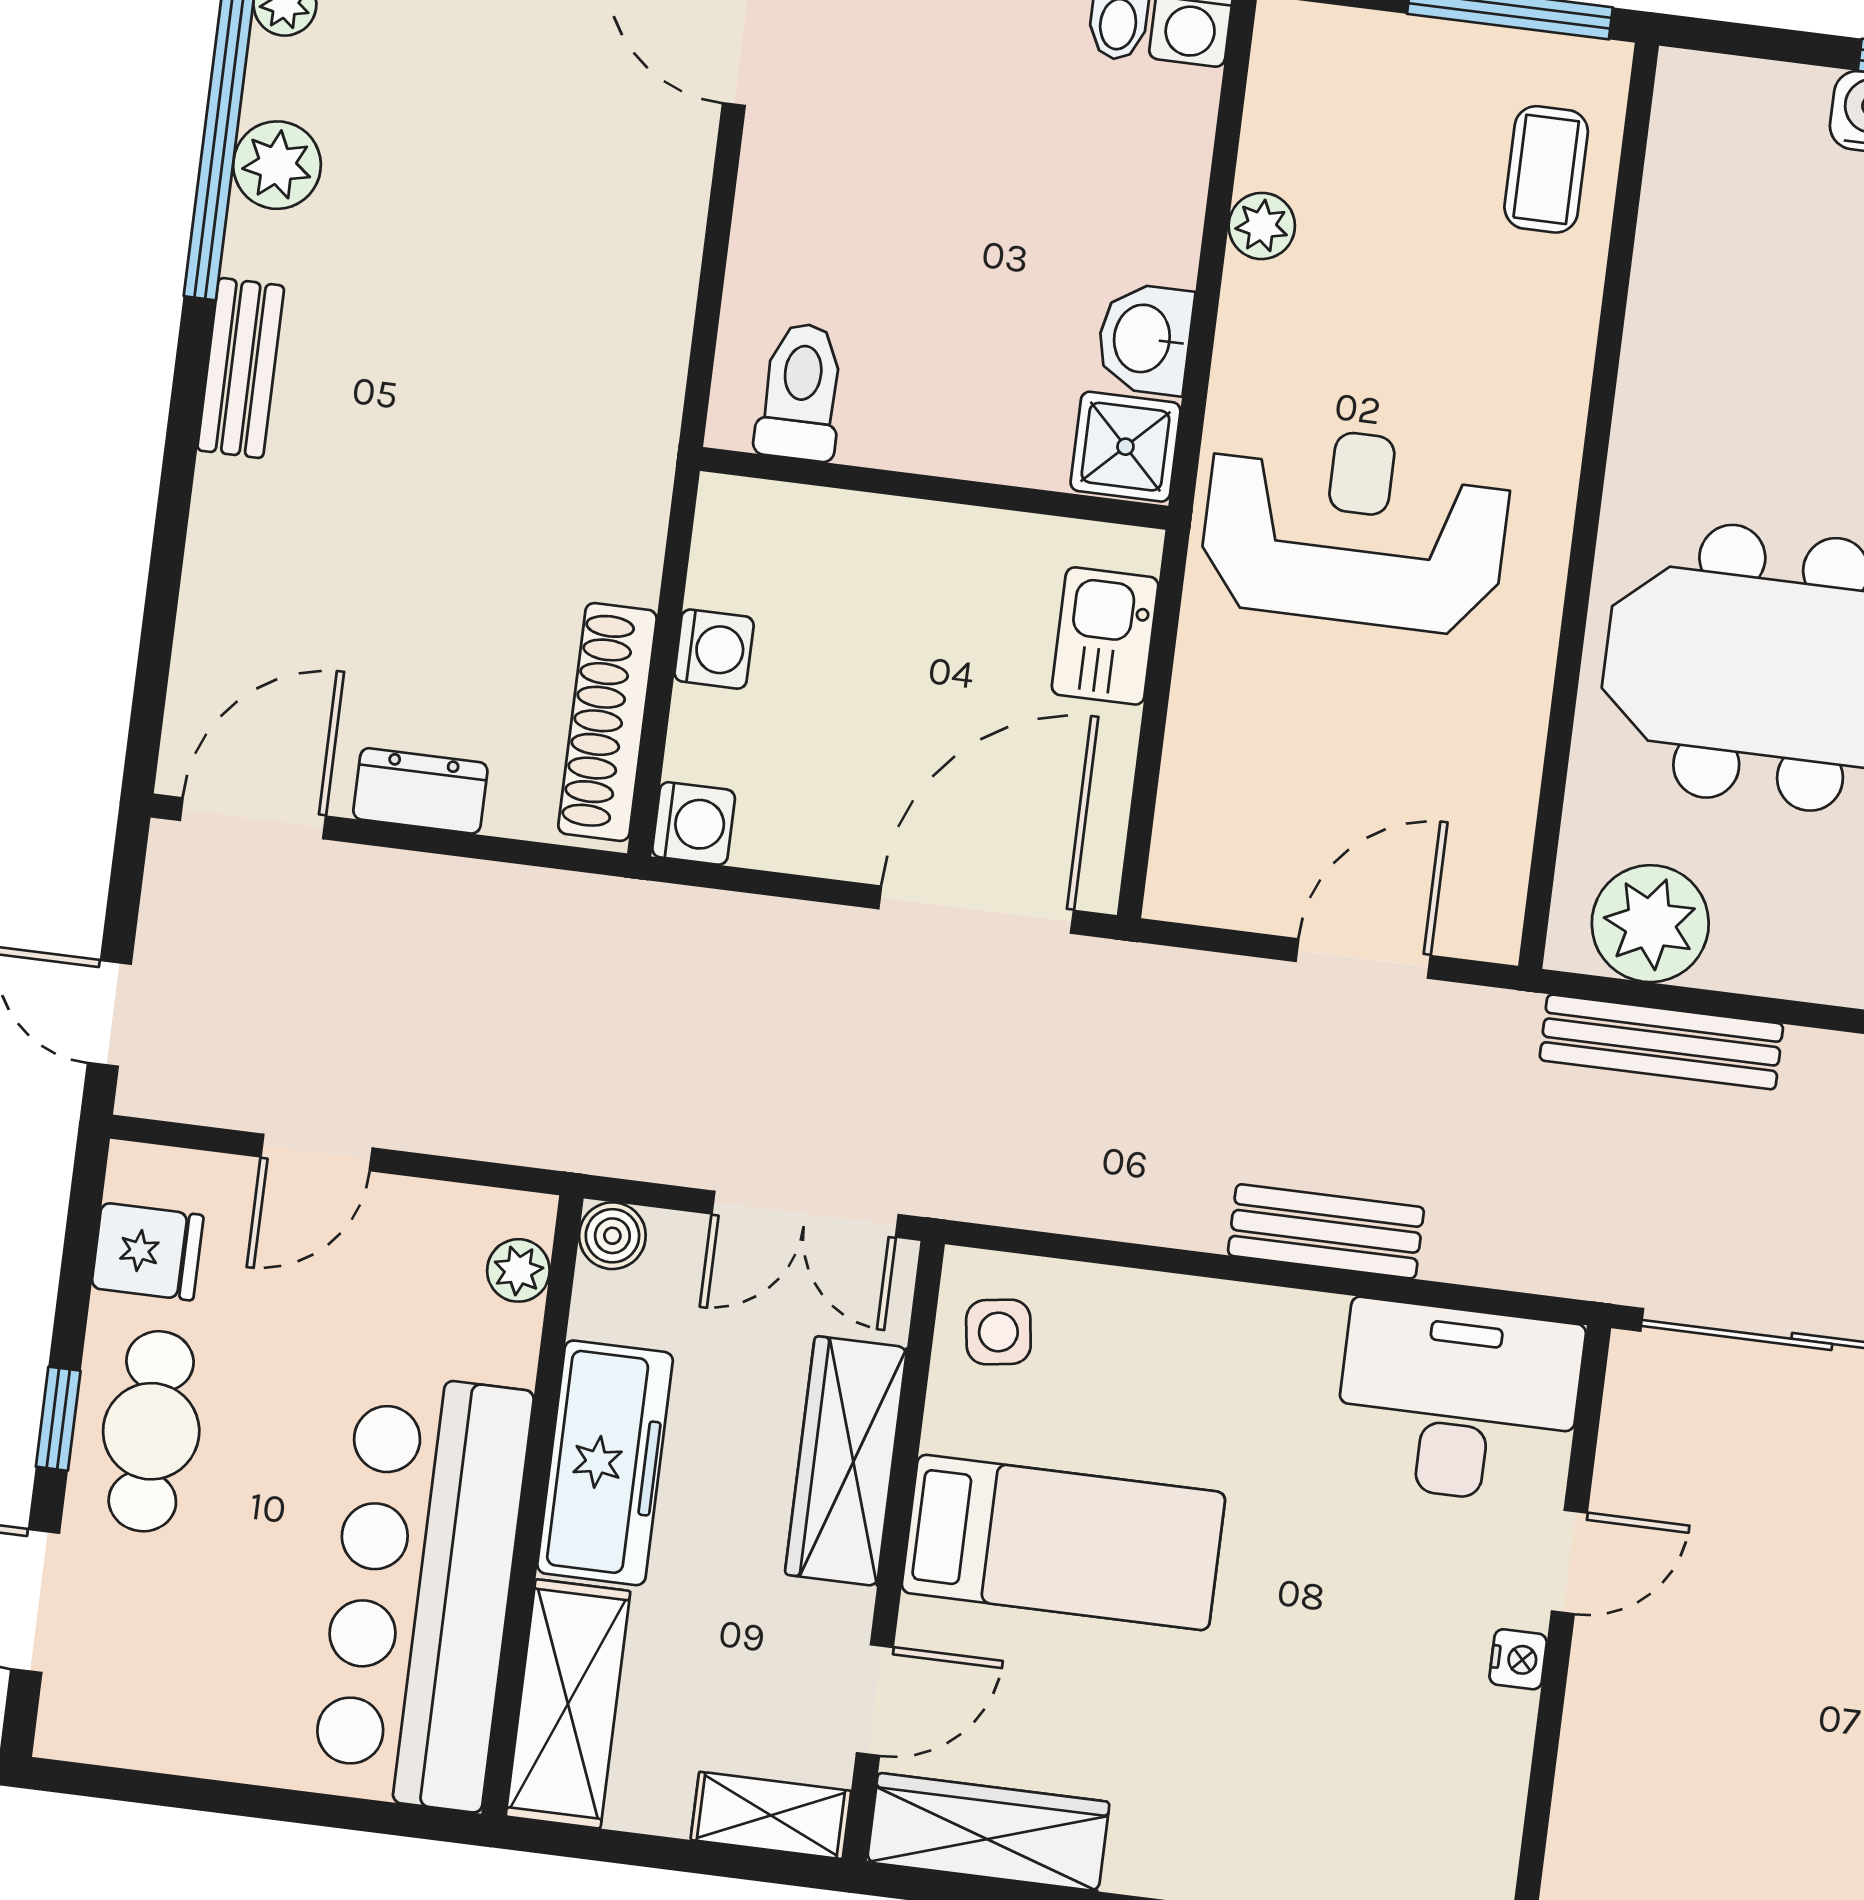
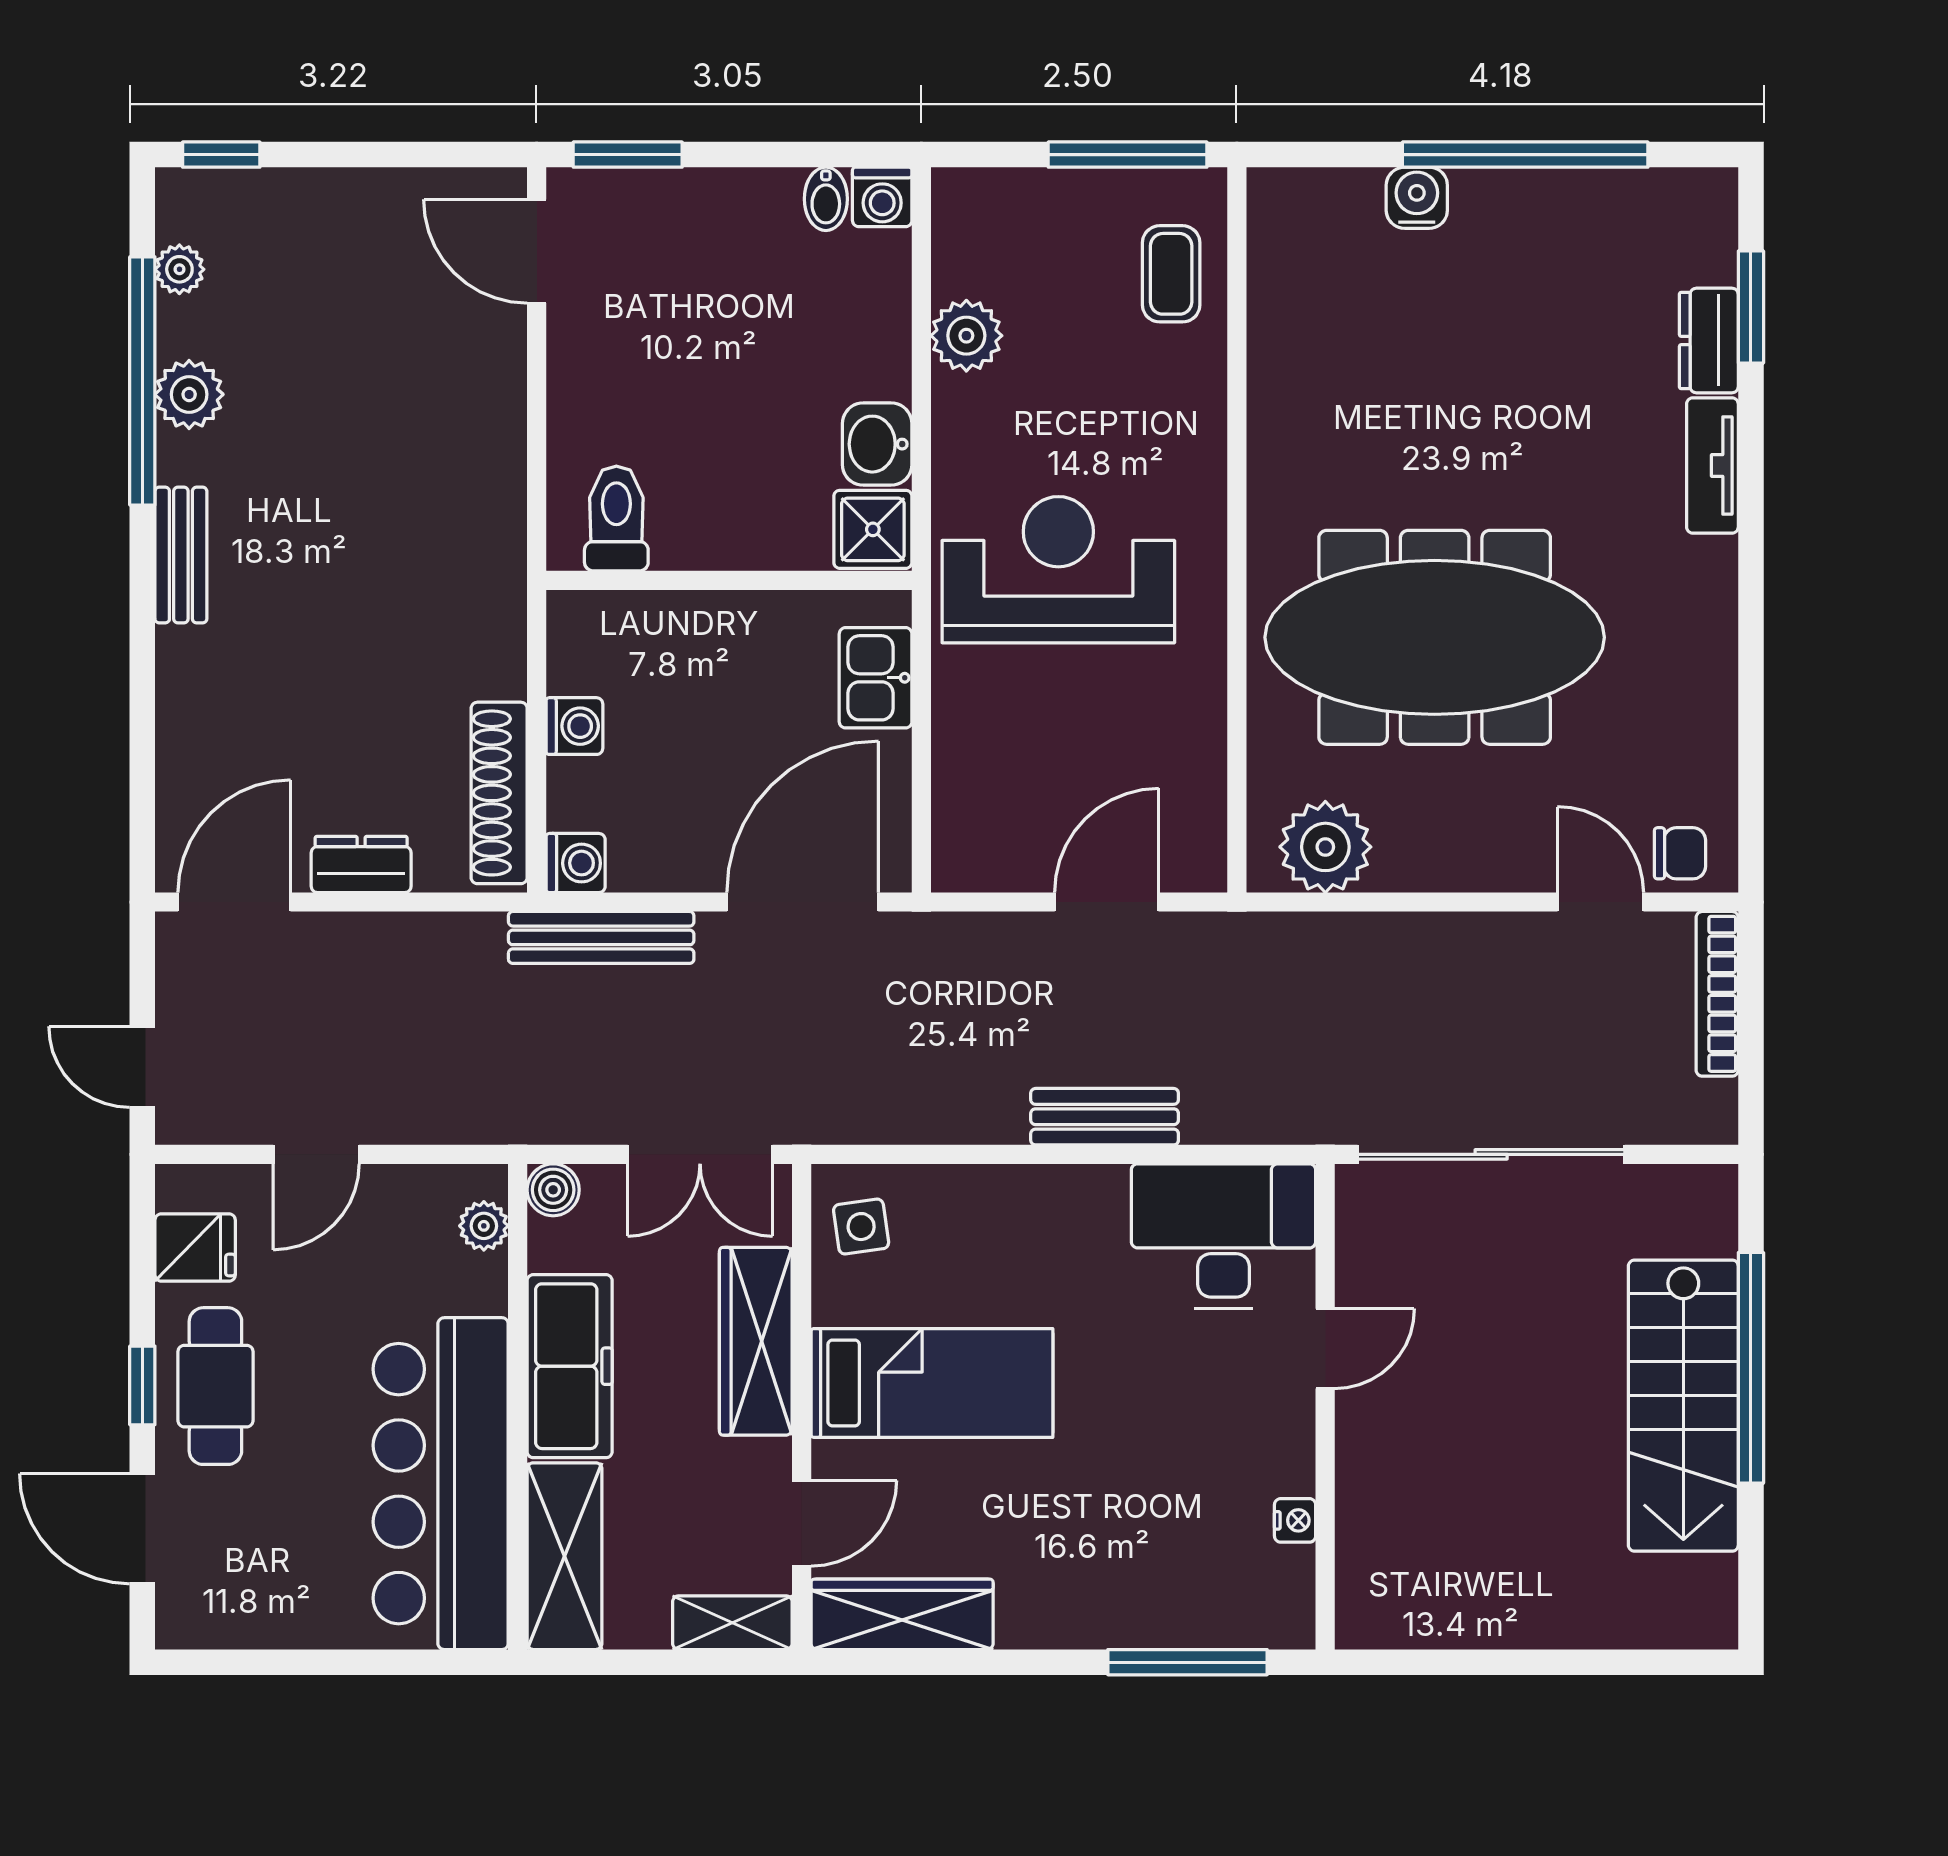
plant: (1262, 226) -> (966, 336), width x1.38, depth x1.38
bench: (1661, 1042) -> (601, 937), moved
nightstand: (1518, 1659) -> (1295, 1520), moved

